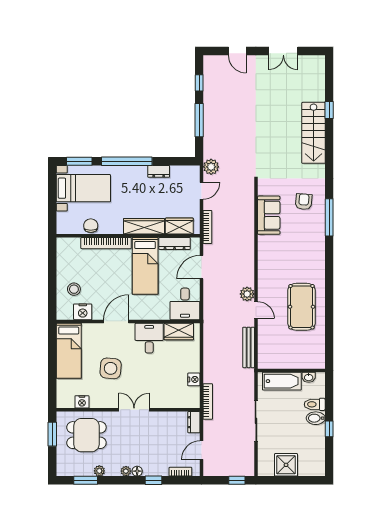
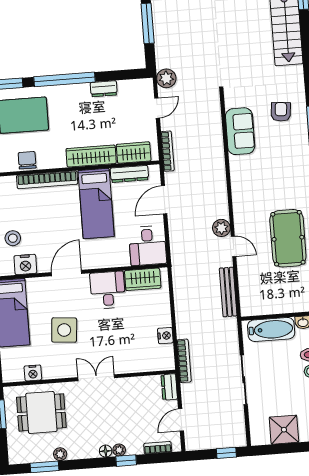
plant: (126, 471) -> (119, 450), moved

